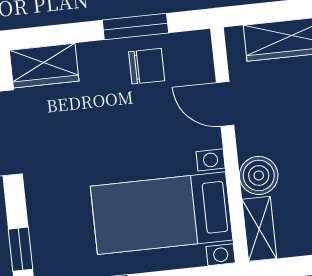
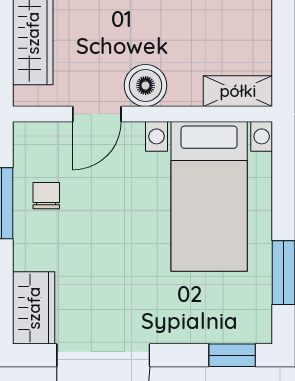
chair: (147, 66) -> (46, 196), width x0.73, depth x0.73
boiler: (259, 175) -> (146, 85), moved

